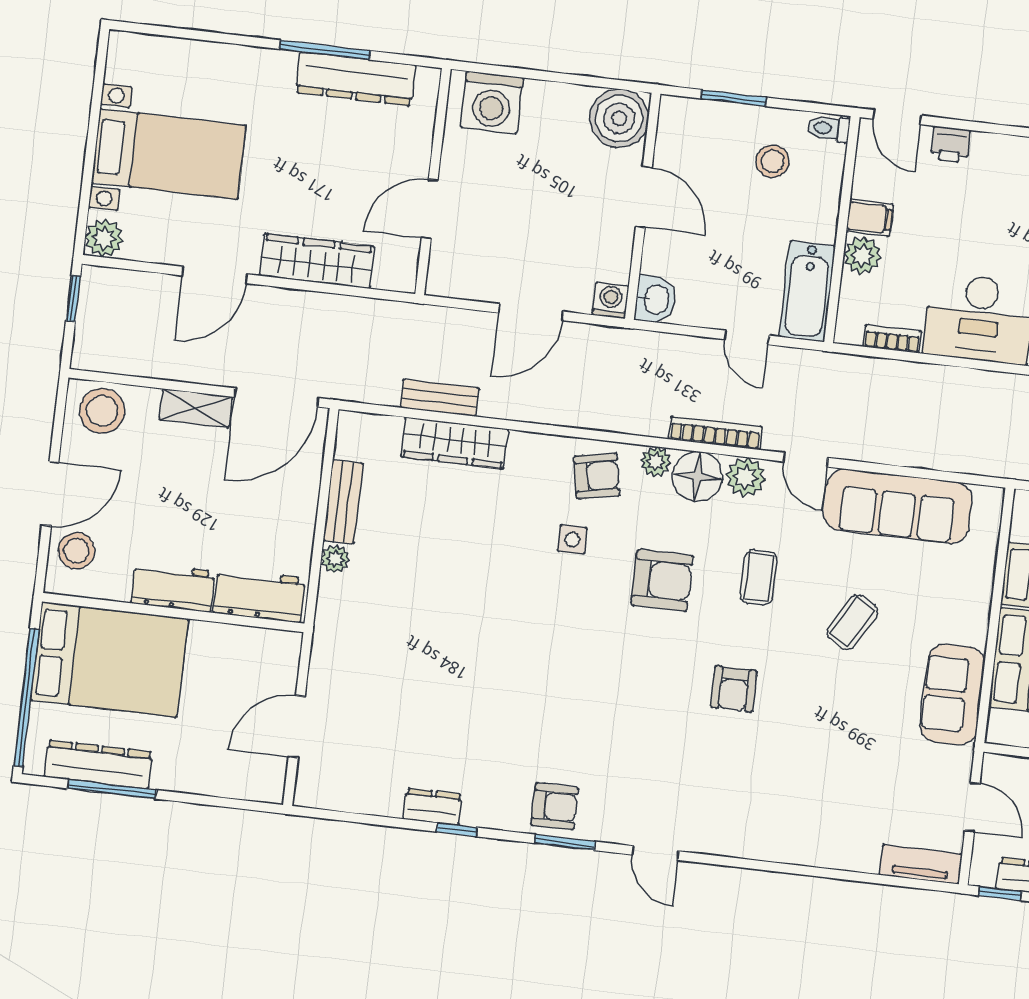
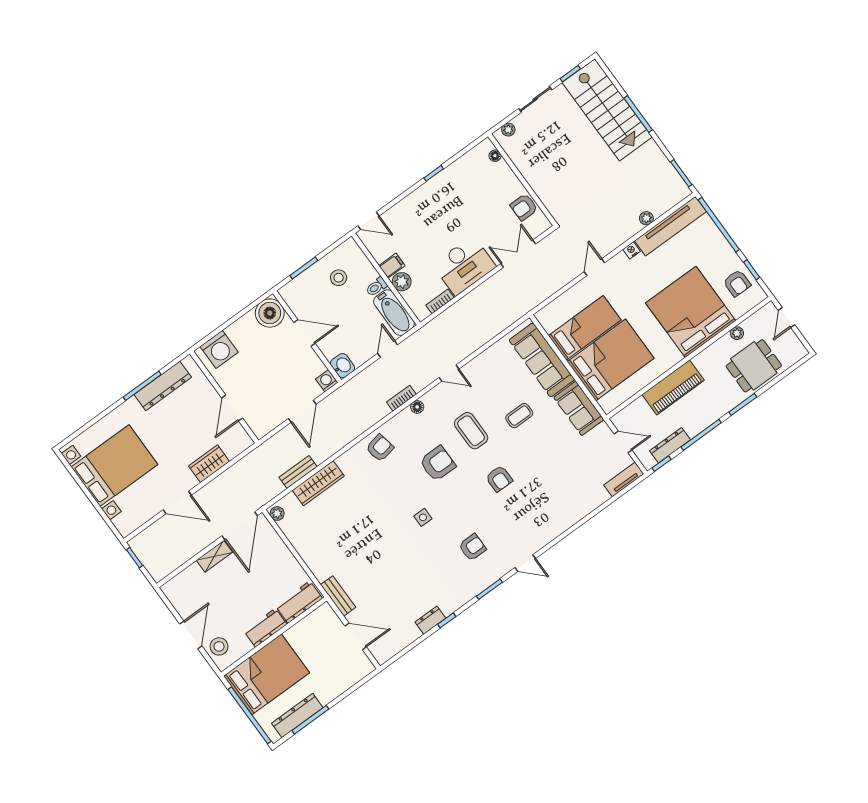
toilet: (829, 128) -> (376, 287), moved
printer: (950, 145) -> (397, 213), removed
bed with nightstands: (169, 154) -> (114, 466), width x1.36
plant: (104, 238) -> (126, 526), removed
wardrobe: (317, 261) -> (209, 464), width x0.67
door: (215, 275) -> (177, 502), hinge flipped
door: (747, 337) -> (388, 349), swing flipped
stool: (102, 411) -> (182, 588), removed
bookcase: (715, 433) -> (401, 398), width x0.64
plant: (656, 462) -> (396, 423), removed
floor lamp: (697, 477) -> (417, 407), width x0.53, depth x0.53
plant: (746, 477) -> (433, 399), removed
bench: (343, 502) -> (338, 596), moved
sofa: (898, 506) -> (542, 360), moved, turned 90
side table: (572, 539) -> (423, 517), moved
plant: (335, 559) -> (277, 513), moved
coffee table: (759, 577) -> (471, 431), width x1.36, depth x1.30
coffee table: (852, 622) -> (519, 416), turned 59
door: (297, 727) -> (356, 636), swing flipped
armchair: (555, 806) -> (472, 547), moved

